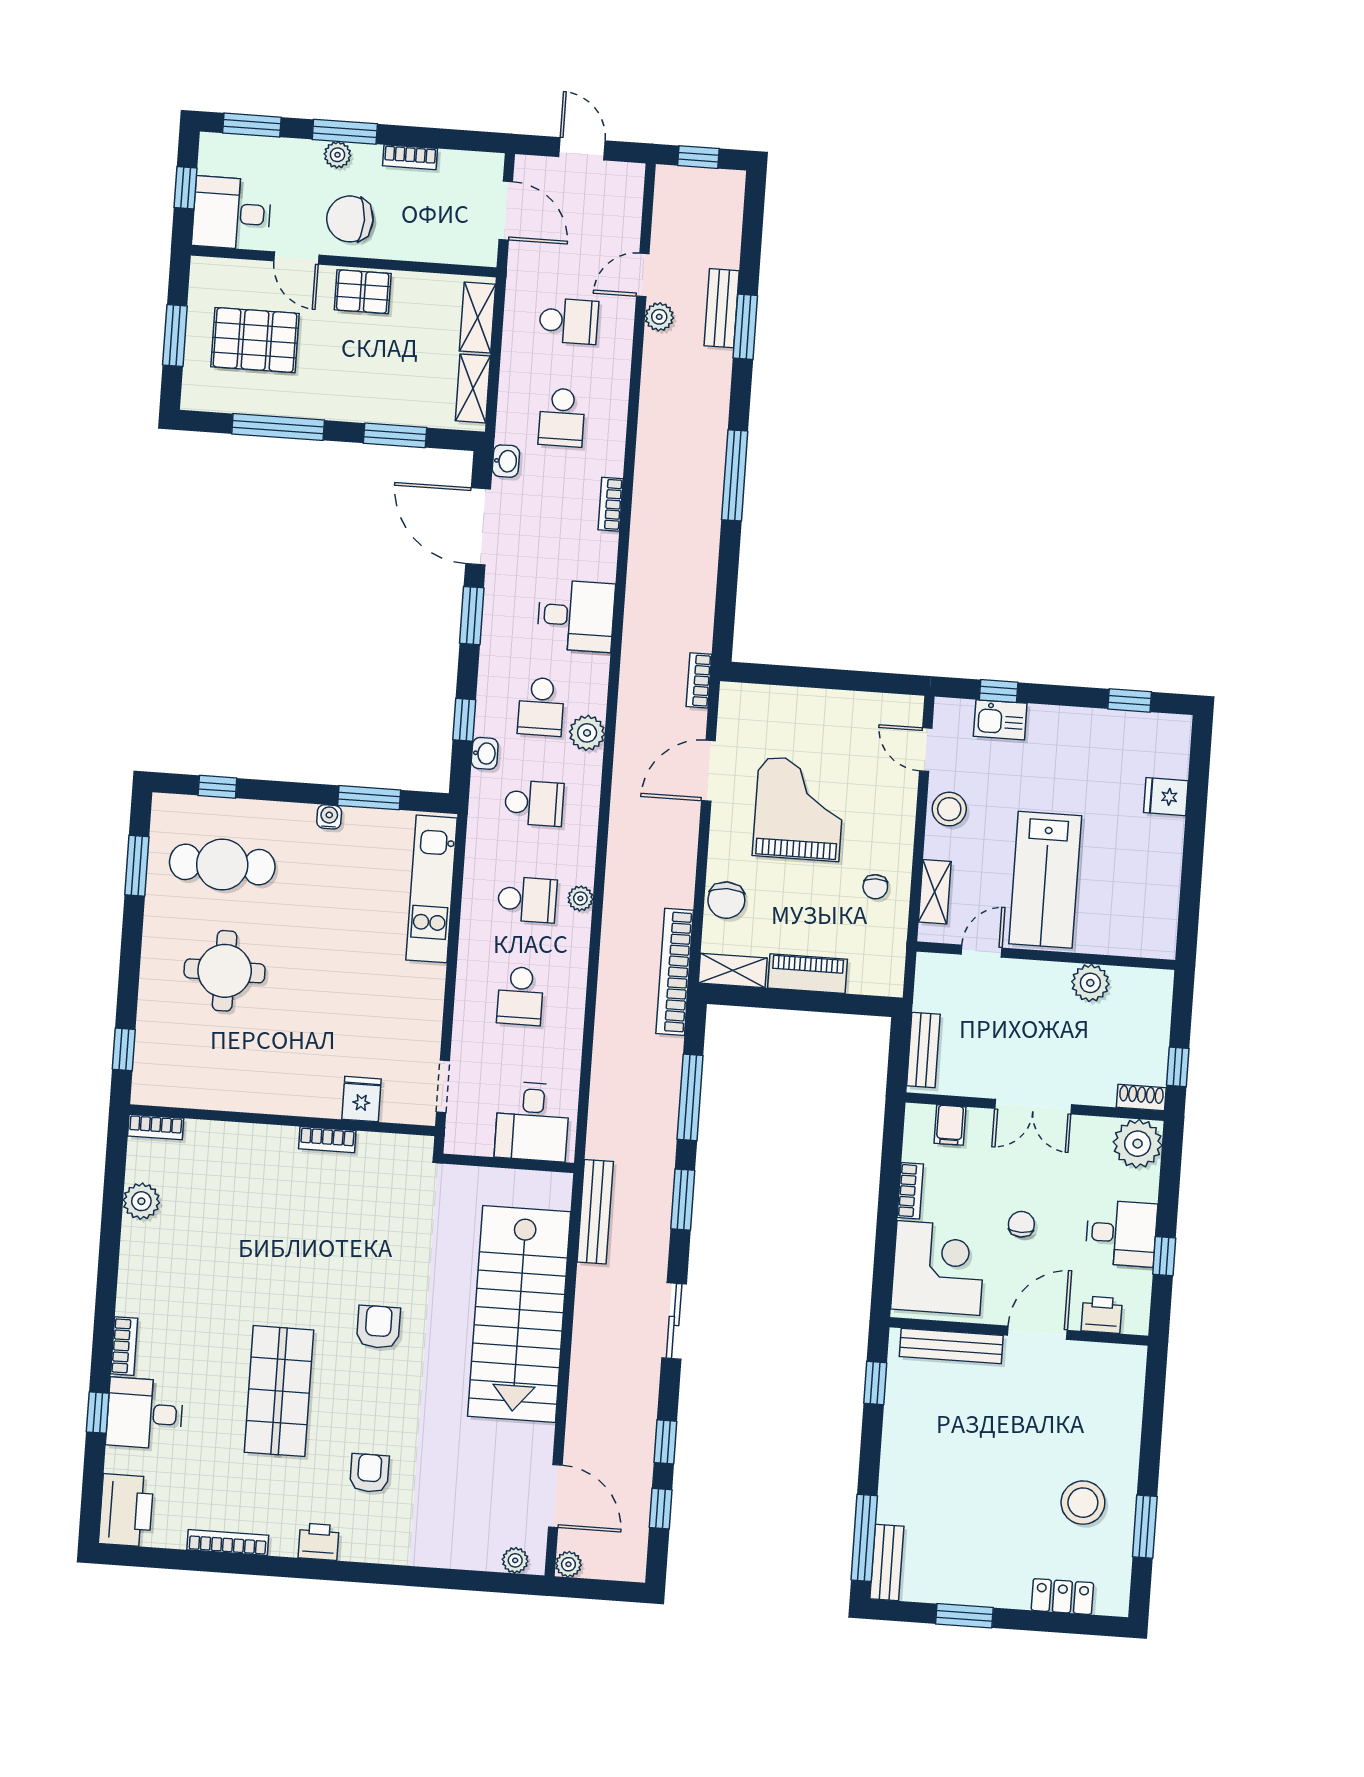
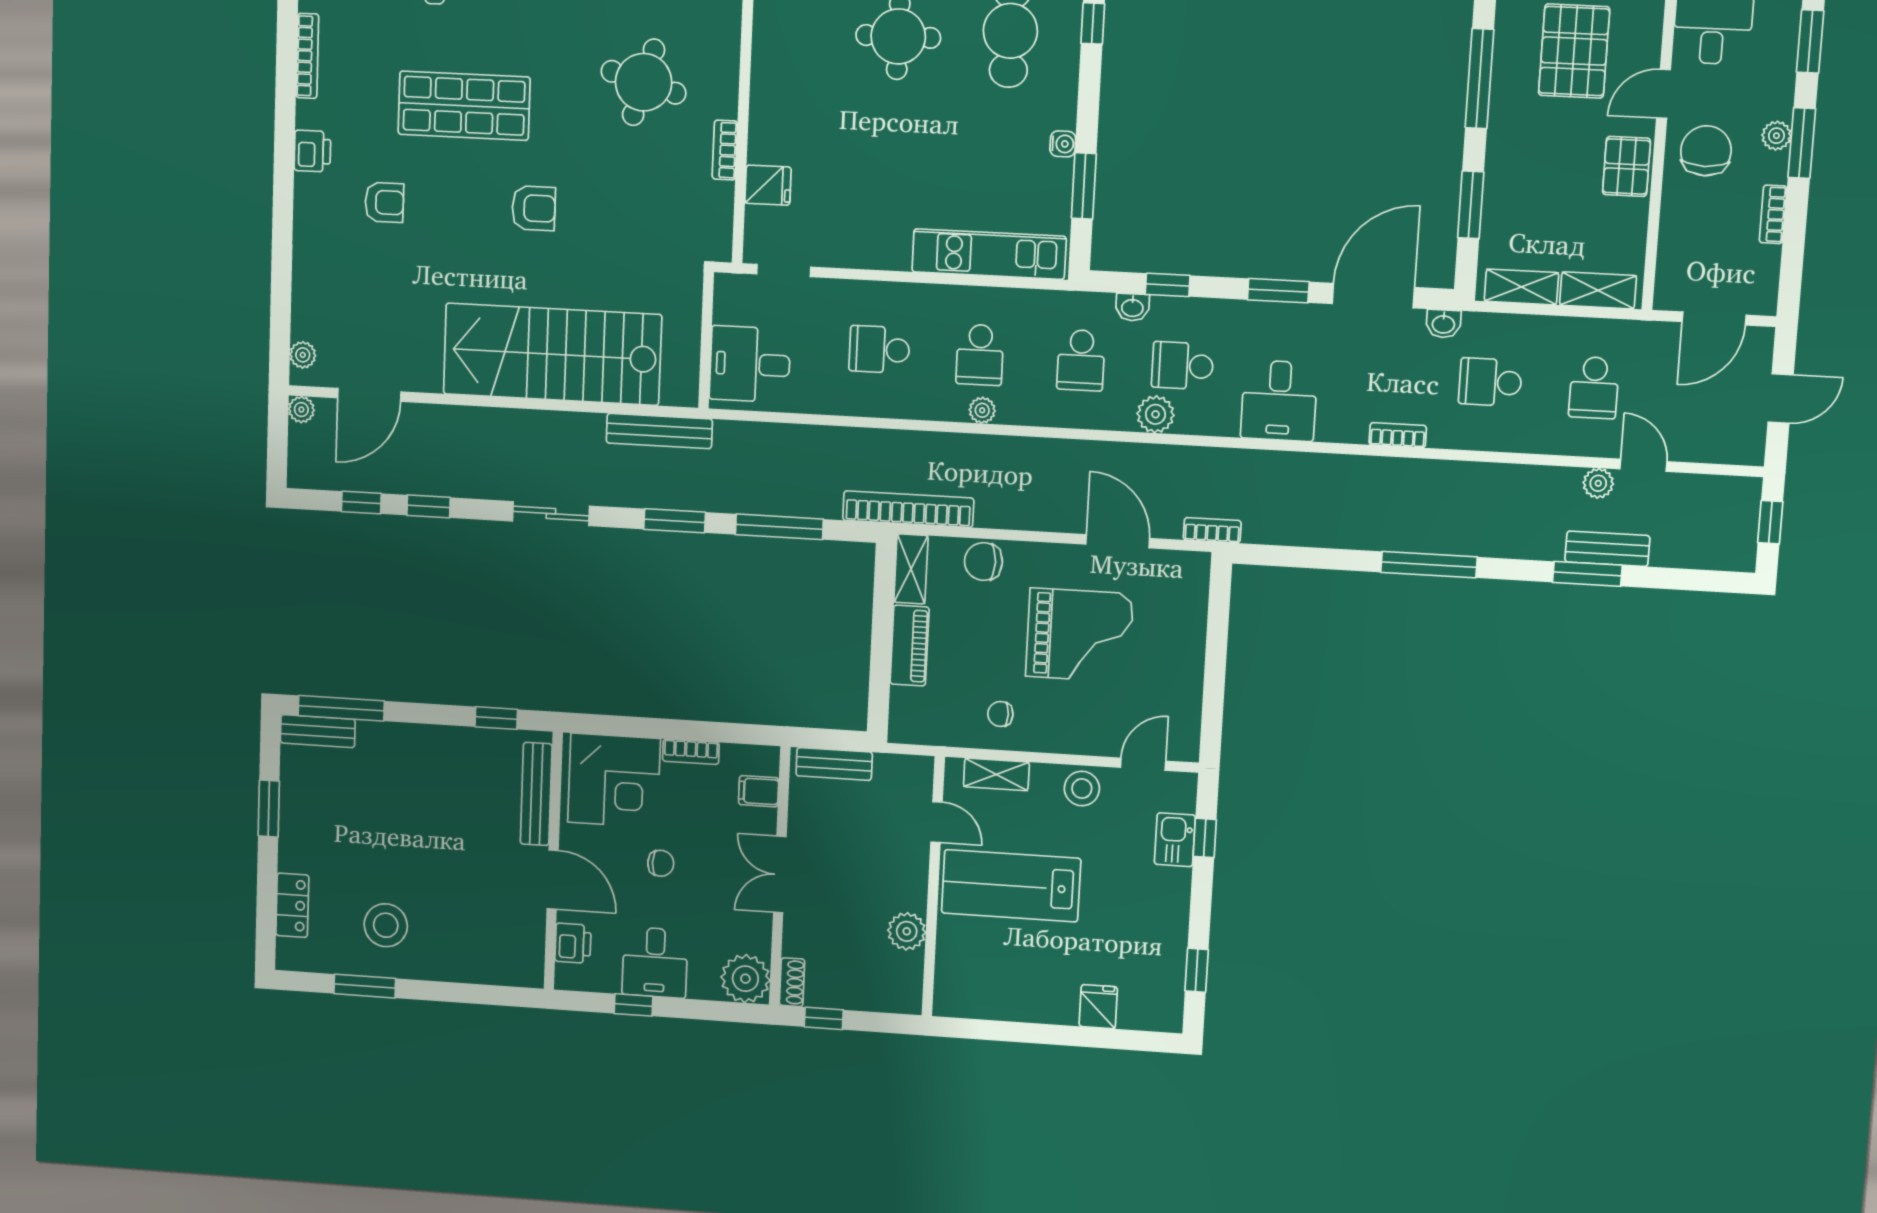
round table: (261, 1216) -> (644, 82), added

